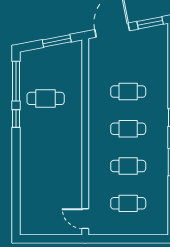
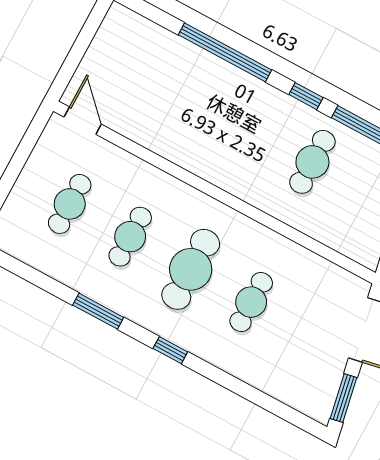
cafe table: (128, 129) -> (191, 269), width x1.37, depth x1.35
window: (16, 168) -> (225, 52), added
door: (85, 219) -> (83, 121), hinge flipped

